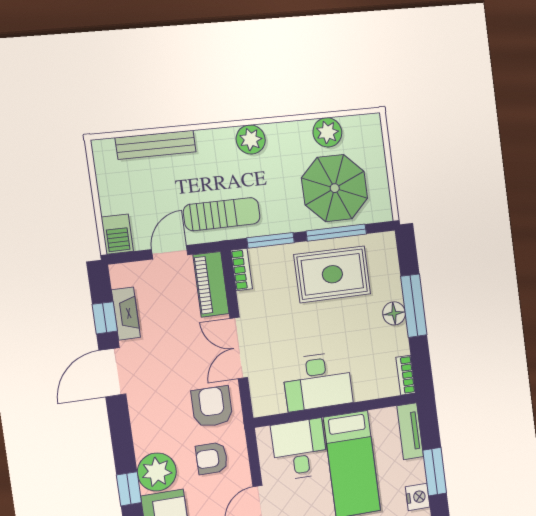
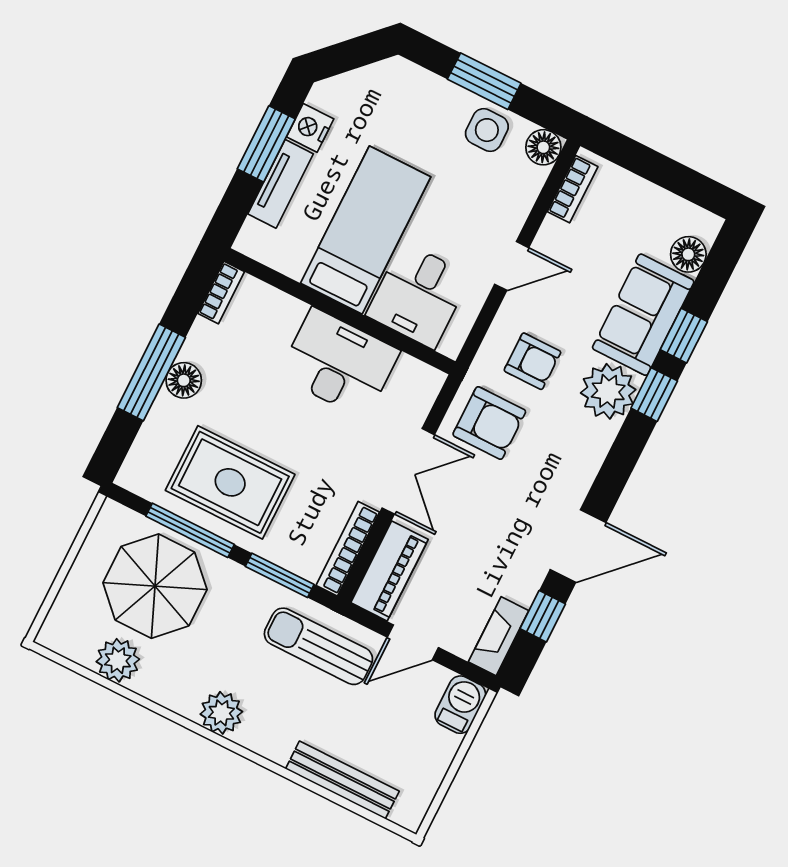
bookcase: (241, 270) -> (348, 549), width x1.56
fireplace: (126, 314) -> (499, 636), moved
armchair: (212, 407) -> (489, 423), turned -90
tv unit: (410, 431) -> (281, 184), moved

